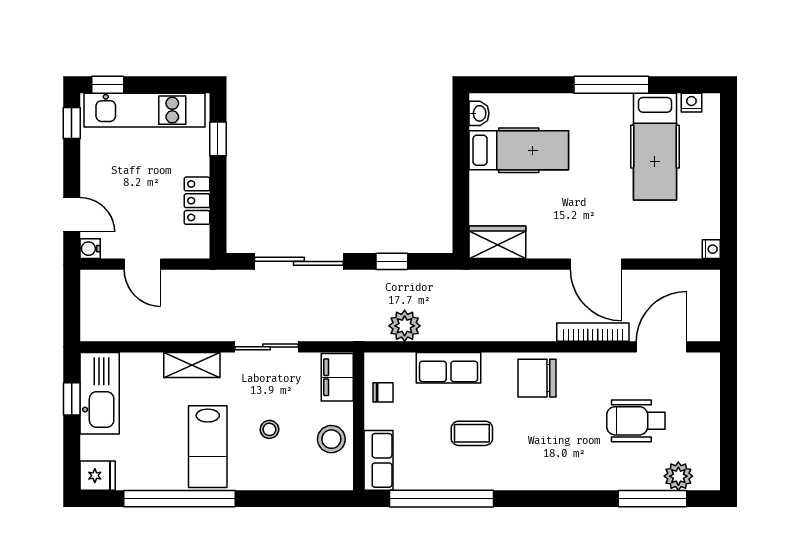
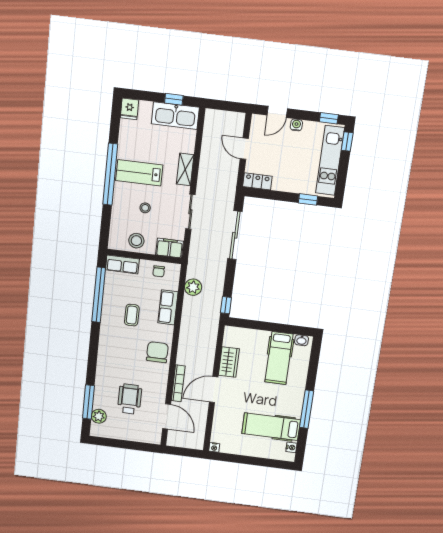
locker: (197, 201) -> (257, 181), moved
wardrobe: (497, 242) -> (229, 362), moved
water cooler: (90, 249) -> (296, 125), moved
window: (392, 261) -> (226, 305), moved
door: (142, 264) -> (244, 149), hinge flipped
window: (180, 499) -> (110, 174), moved

